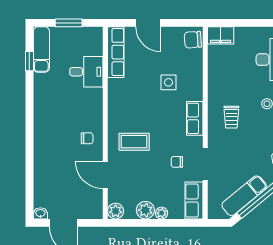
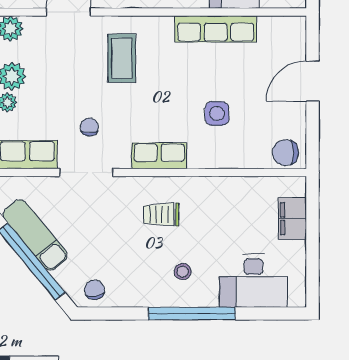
filing cabinet: (221, 35) -> (292, 219), moved
chair: (193, 40) -> (285, 153), turned -86
row of seats: (116, 52) -> (216, 29), moved

